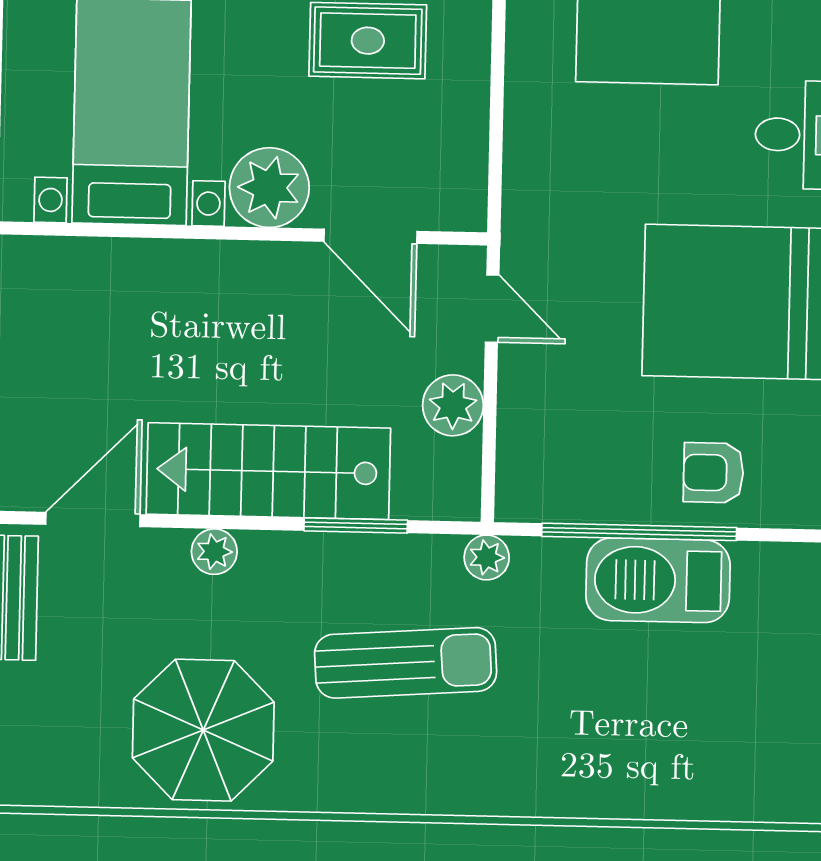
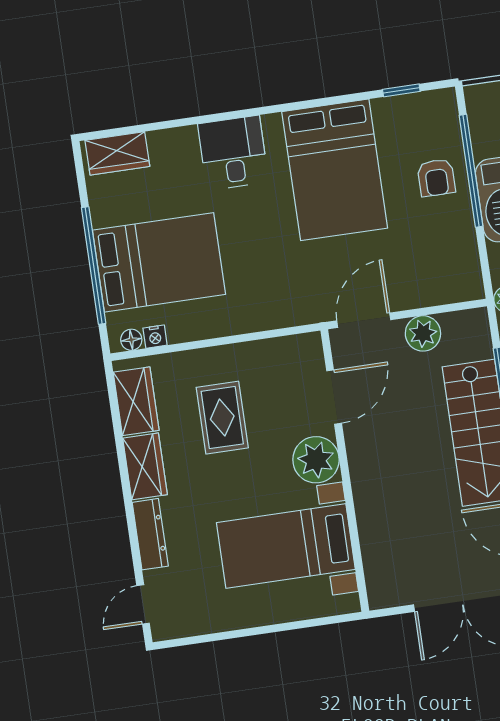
door: (492, 309) -> (364, 320), width x1.38
window: (639, 532) -> (471, 171), moved

